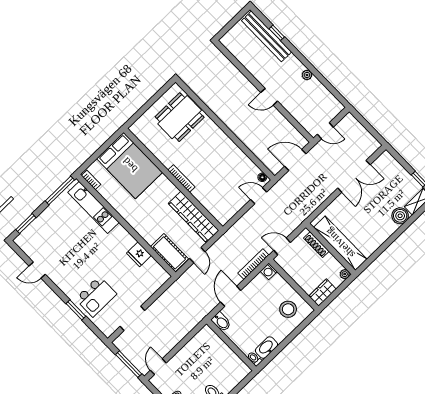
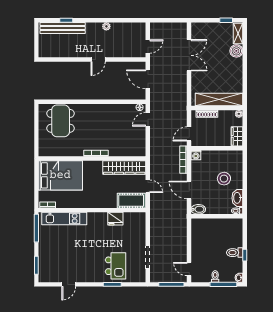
door: (295, 160) -> (148, 79), hinge flipped
stool: (288, 309) -> (224, 179), moved

